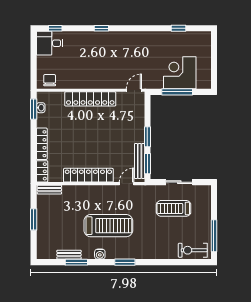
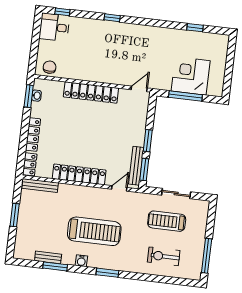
bench: (49, 190) -> (40, 186), width x1.36
exercise bike: (193, 250) -> (164, 256), moved

